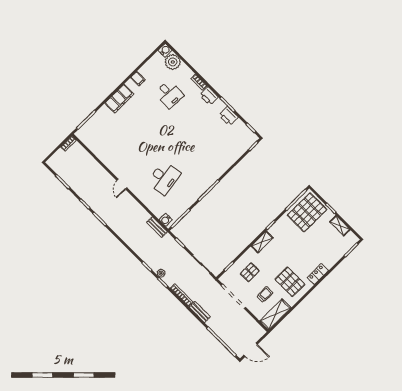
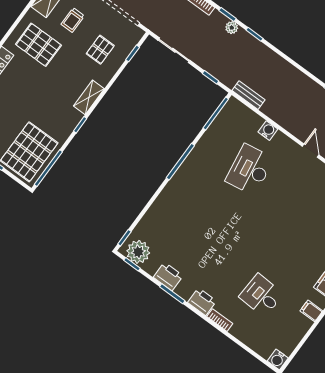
plant: (173, 62) -> (138, 252), moved
water cooler: (166, 220) -> (268, 131), moved

